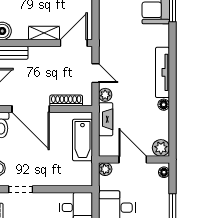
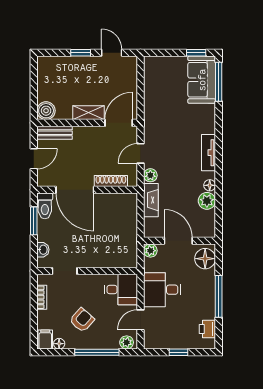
tv unit: (162, 72) -> (208, 153), width x0.71
door: (95, 73) -> (141, 153), swing flipped
bathtub: (82, 140) -> (127, 221), removed
plant: (161, 148) -> (207, 201), moved
floor lamp: (164, 172) -> (205, 259), width x1.89, depth x1.89

